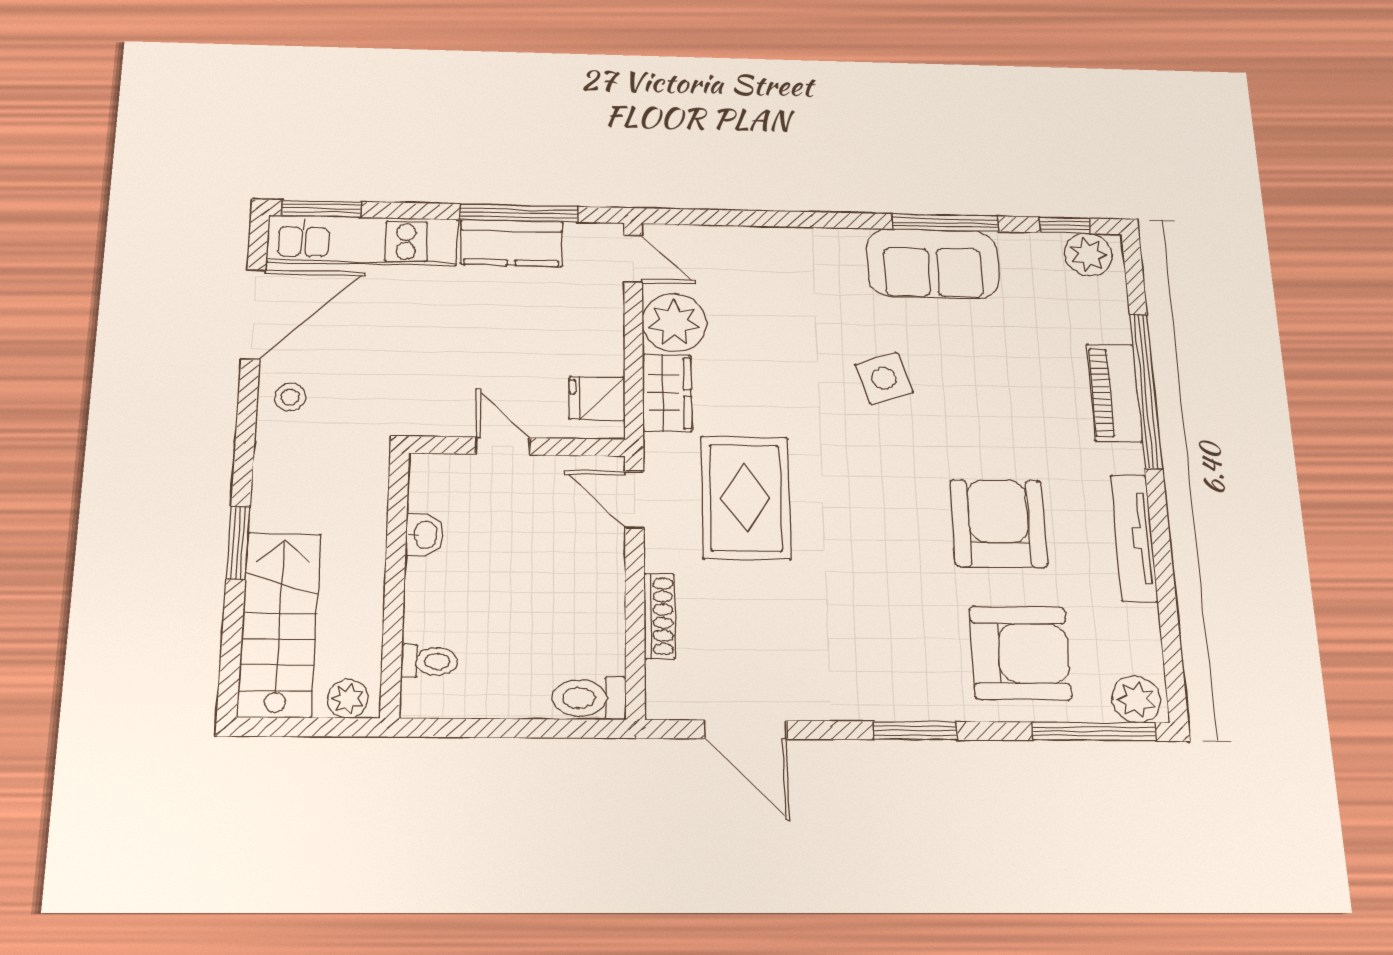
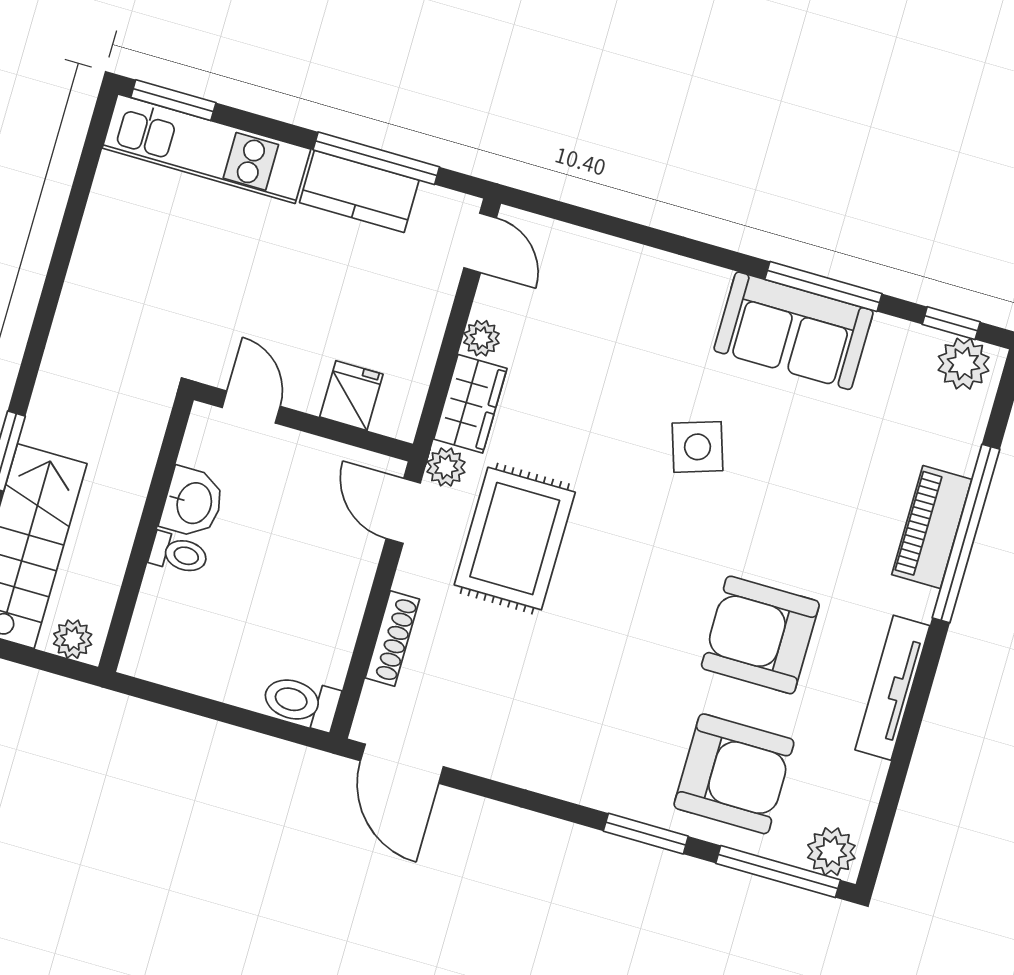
door: (253, 314) -> (76, 205), removed
plant: (674, 323) -> (481, 338), width x0.53, depth x0.53
stool: (290, 397) -> (91, 308), removed
fridge: (597, 398) -> (351, 396), moved, turned 90
door: (503, 446) -> (251, 407), moved
plant: (662, 452) -> (446, 467), added
armchair: (999, 523) -> (760, 635), turned -90
washbasin: (424, 535) -> (193, 503), width x1.38, depth x1.45
toilet: (429, 661) -> (179, 554), moved
door: (745, 730) -> (402, 764), moved
window: (915, 731) -> (646, 834), moved

